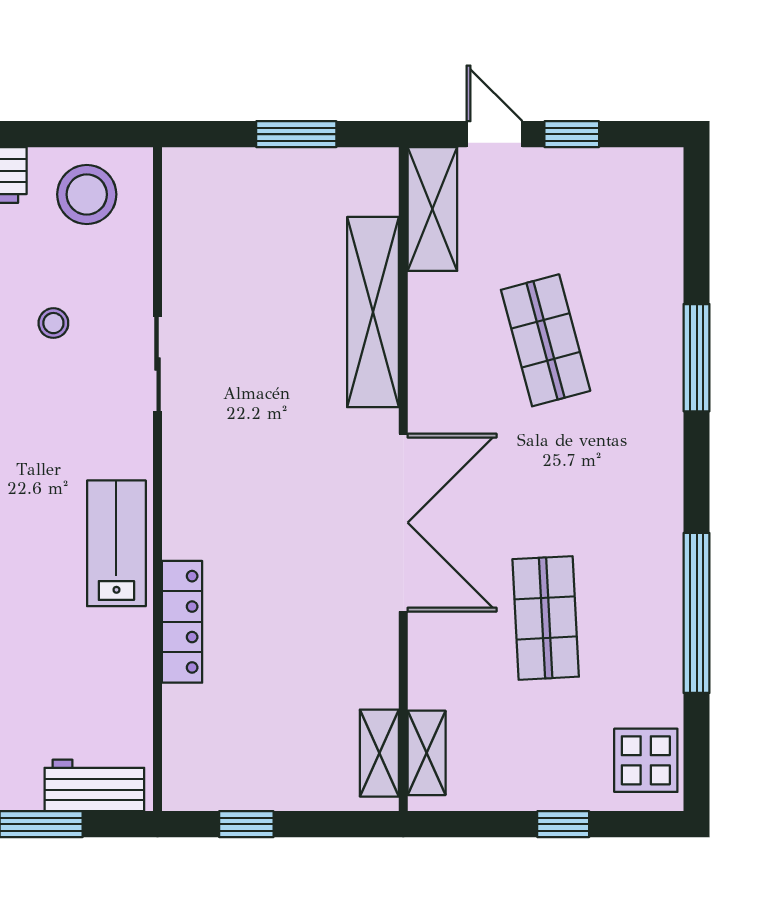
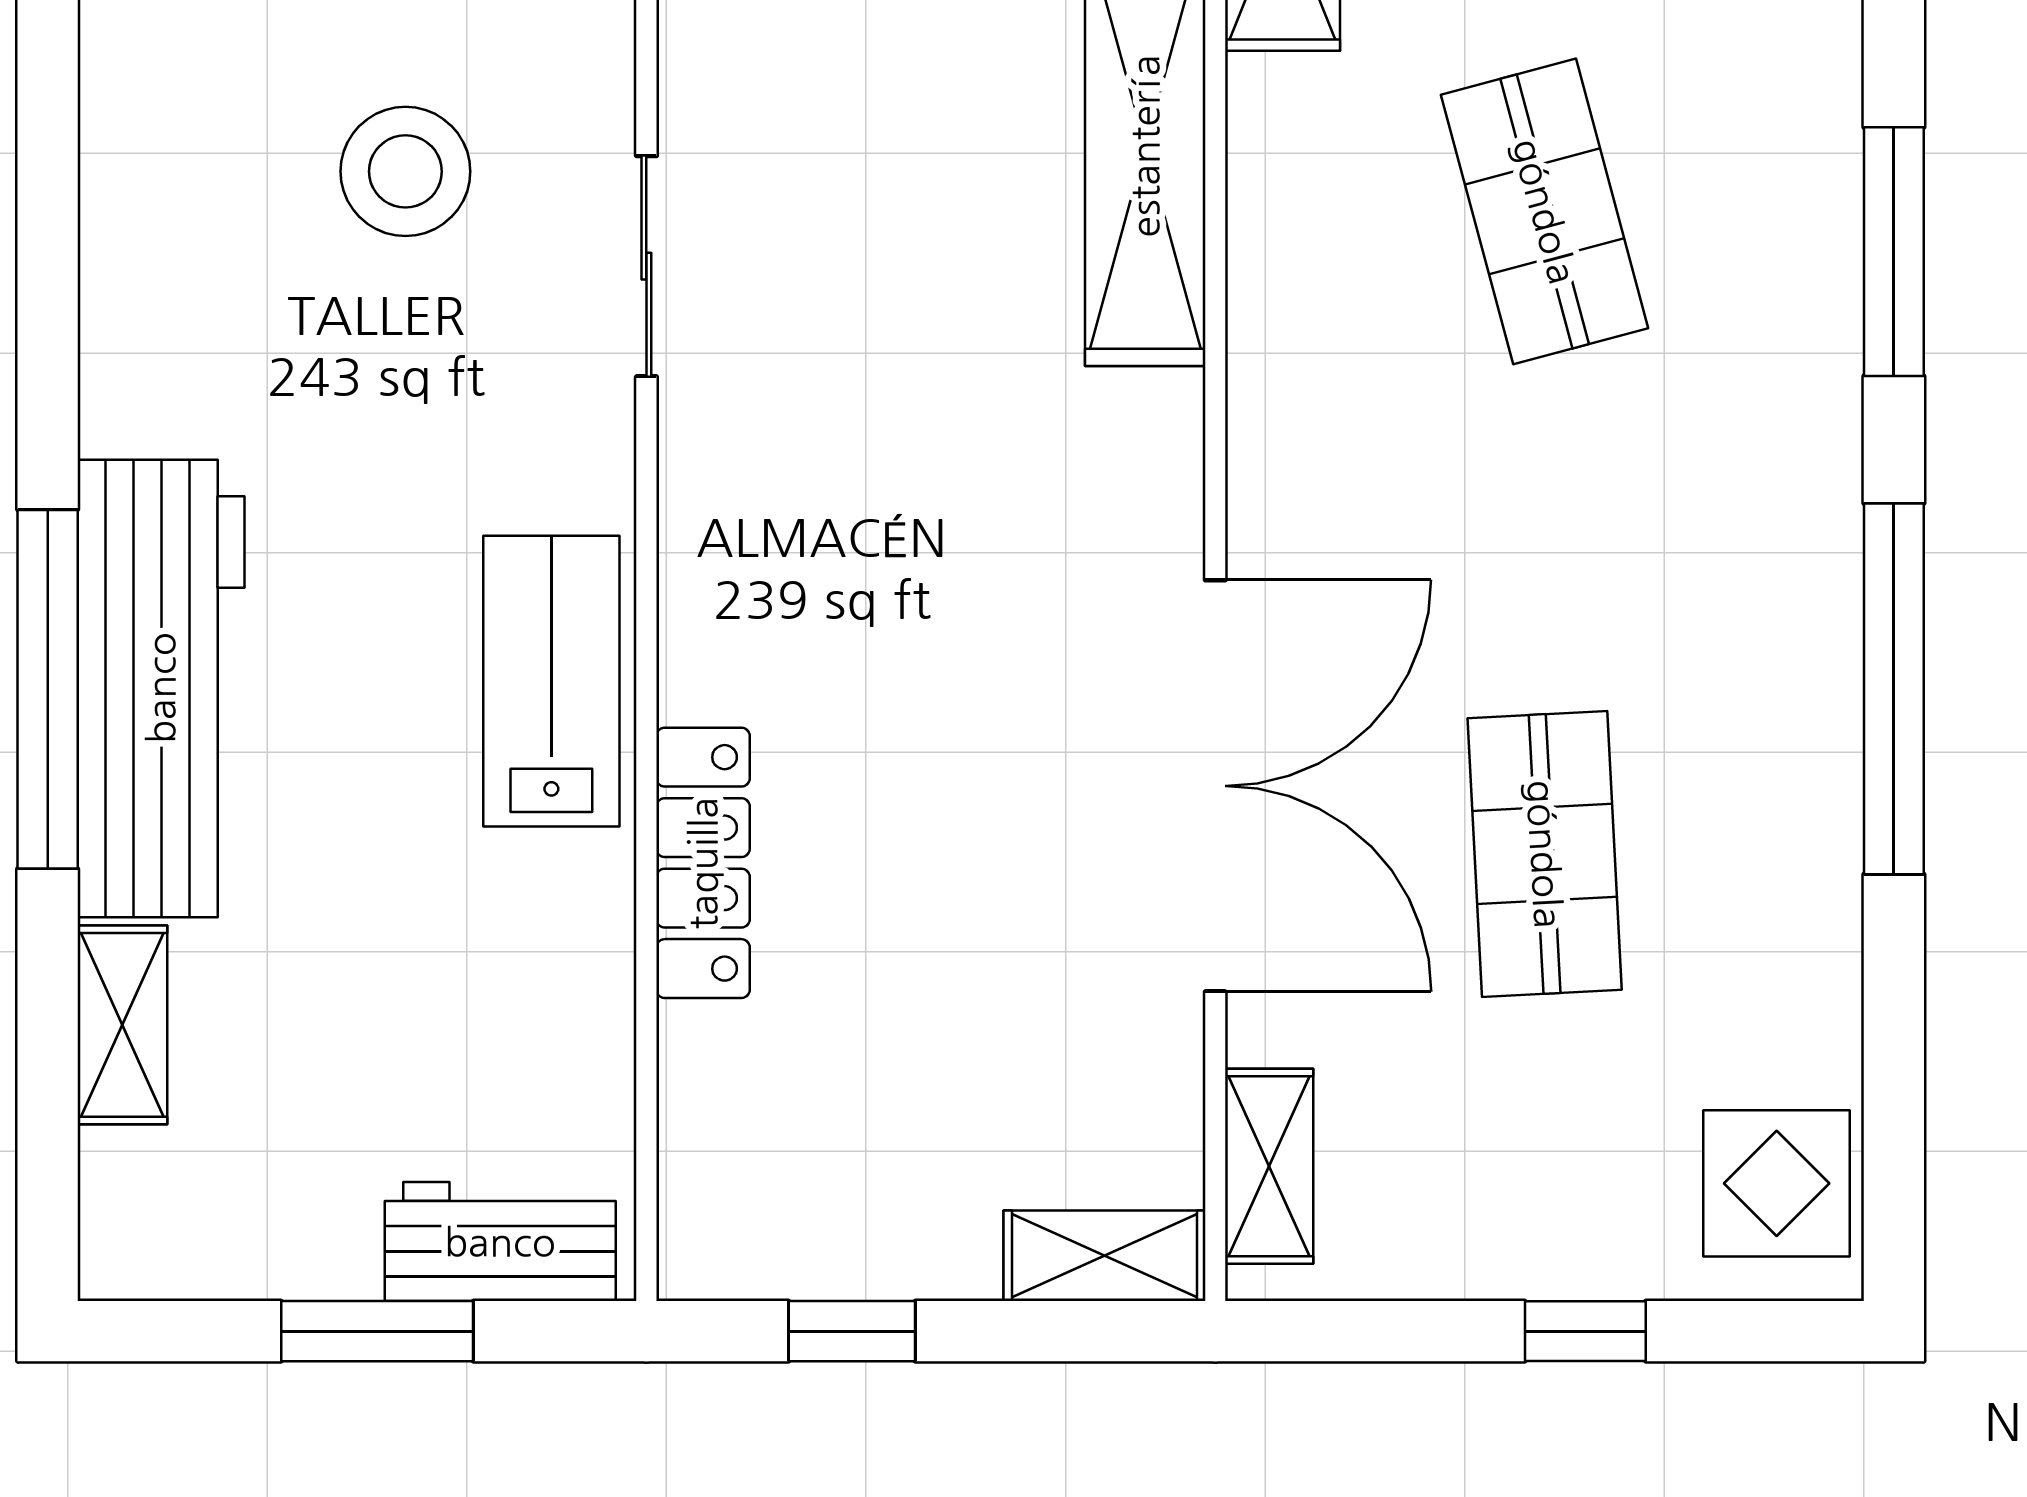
stool: (53, 323) -> (405, 171), width x1.89, depth x1.89
double door: (403, 523) -> (1215, 786), moved
window: (697, 613) -> (1894, 689), moved
shelving: (379, 753) -> (1105, 1256), moved, turned 90

